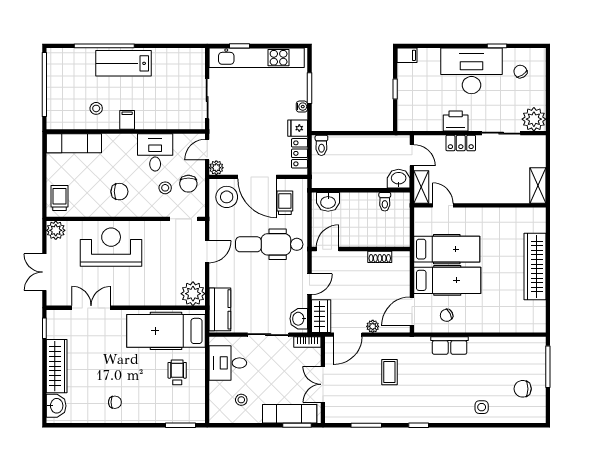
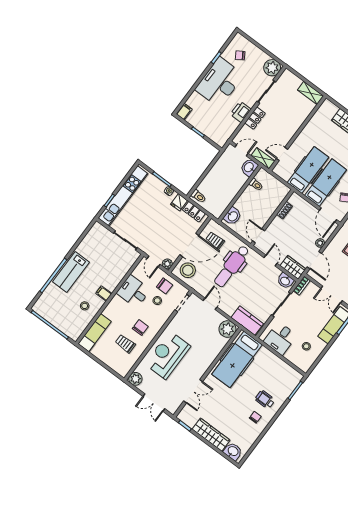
trolley: (59, 198) -> (125, 344), moved
double door: (91, 308) -> (193, 391), swing flipped
wheelchair: (177, 372) -> (265, 400), moved

